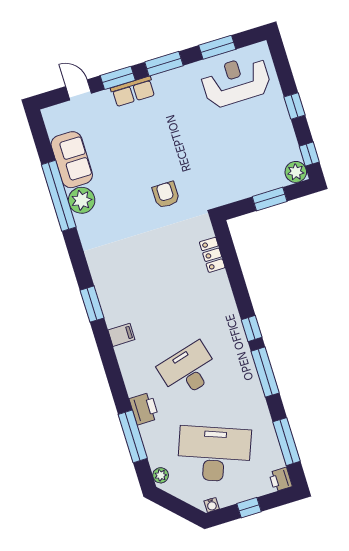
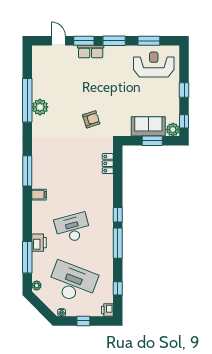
sofa: (72, 160) -> (148, 126), moved, turned -90
armchair: (166, 195) -> (91, 119), turned 72
window: (92, 304) -> (27, 171), width x1.44
window: (286, 442) -> (118, 288), width x0.46

